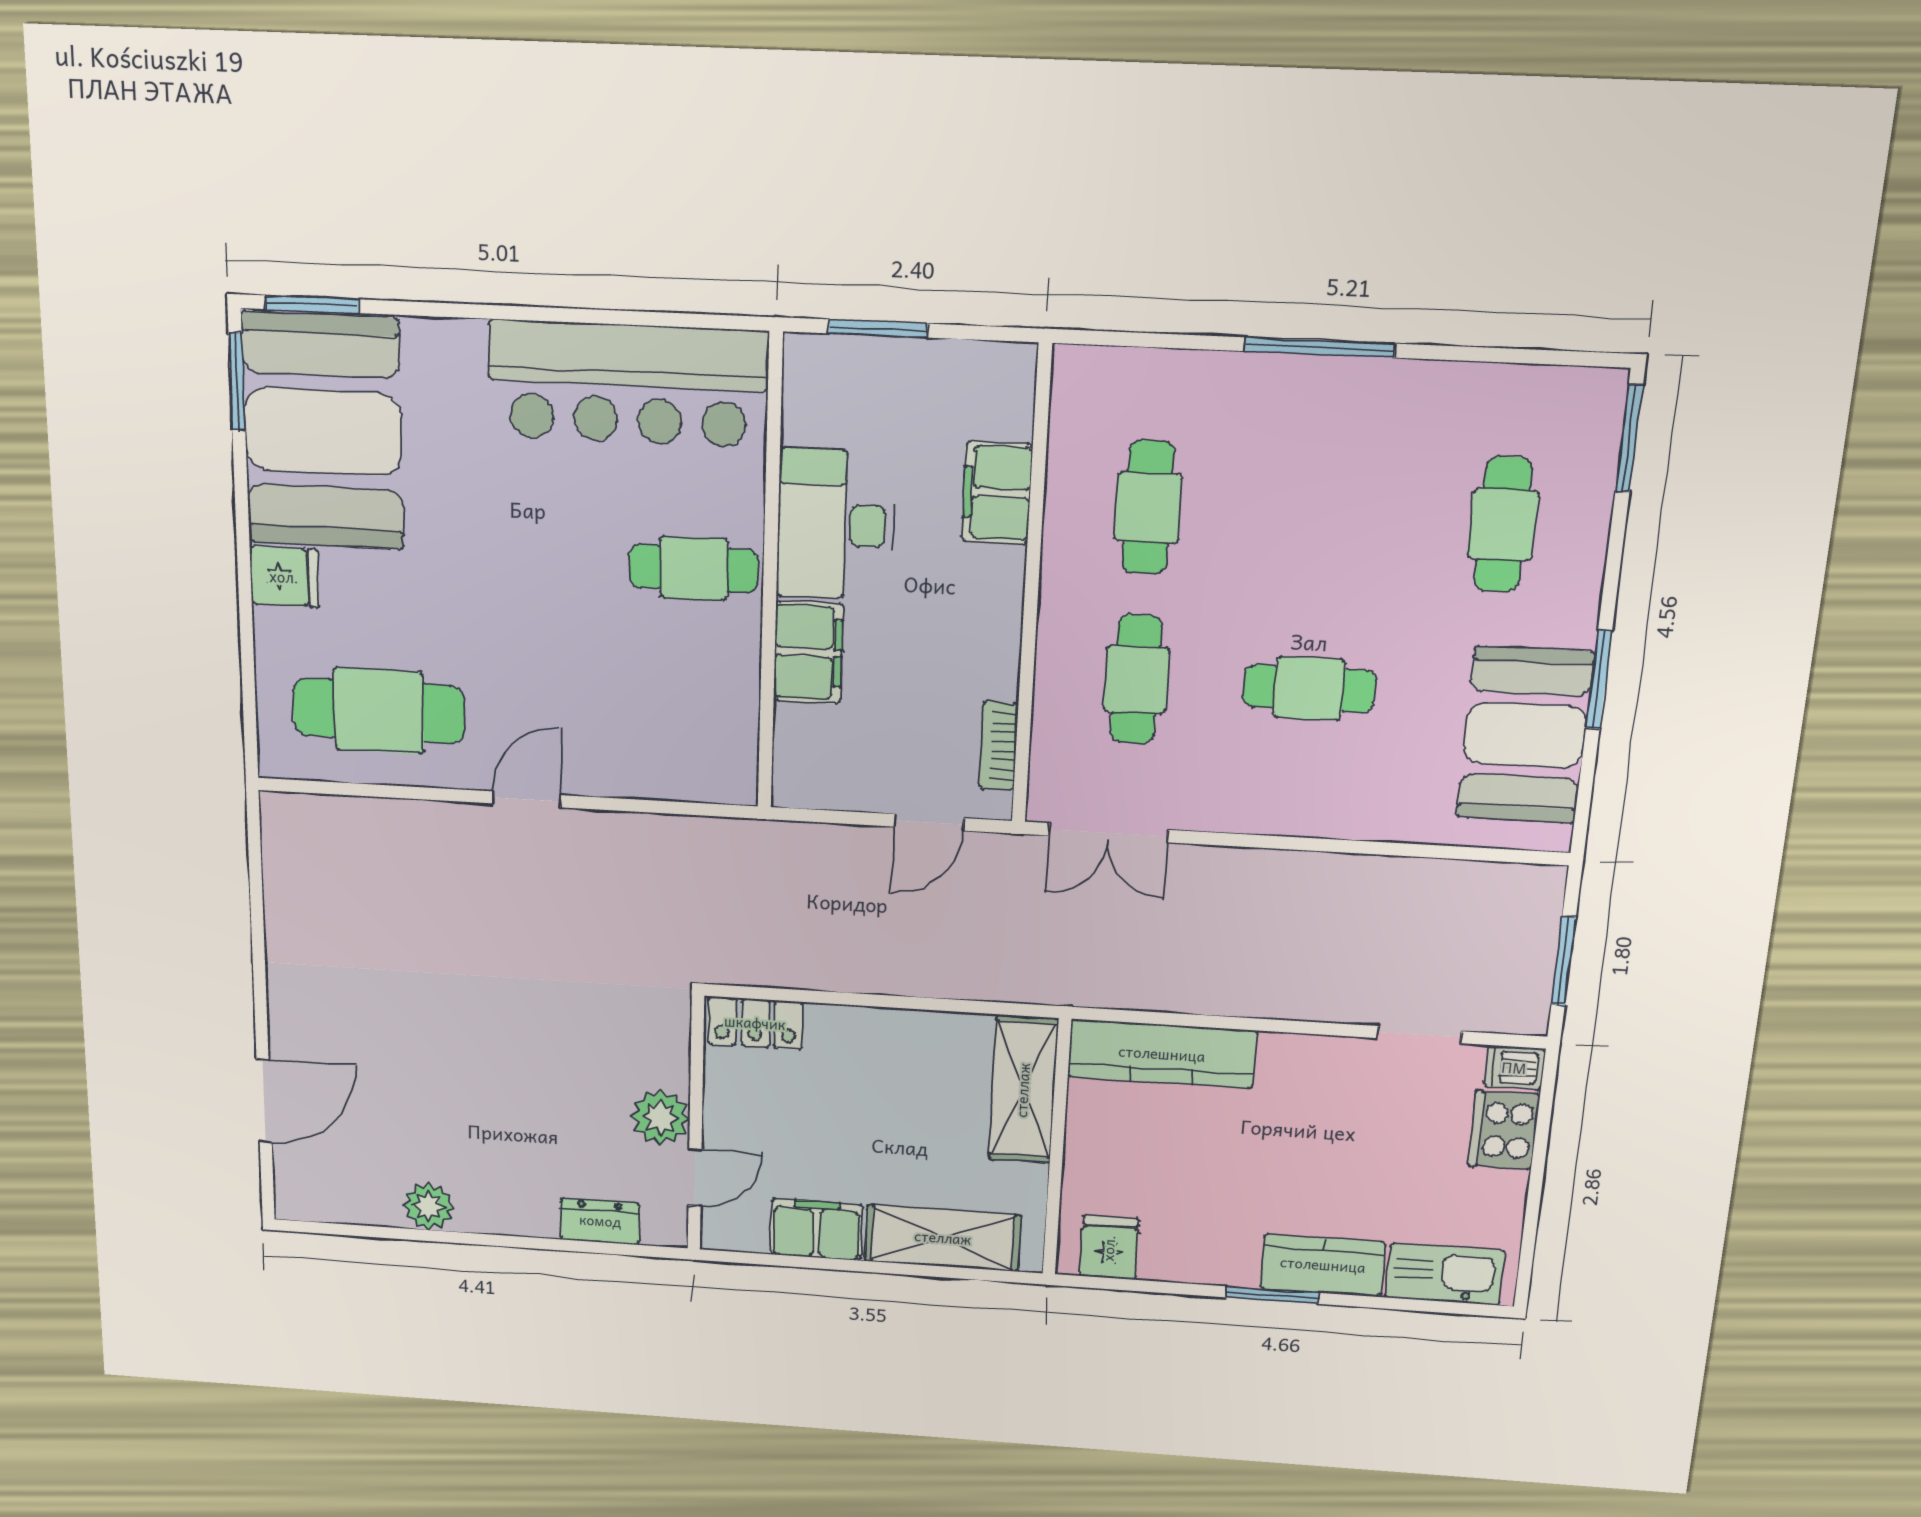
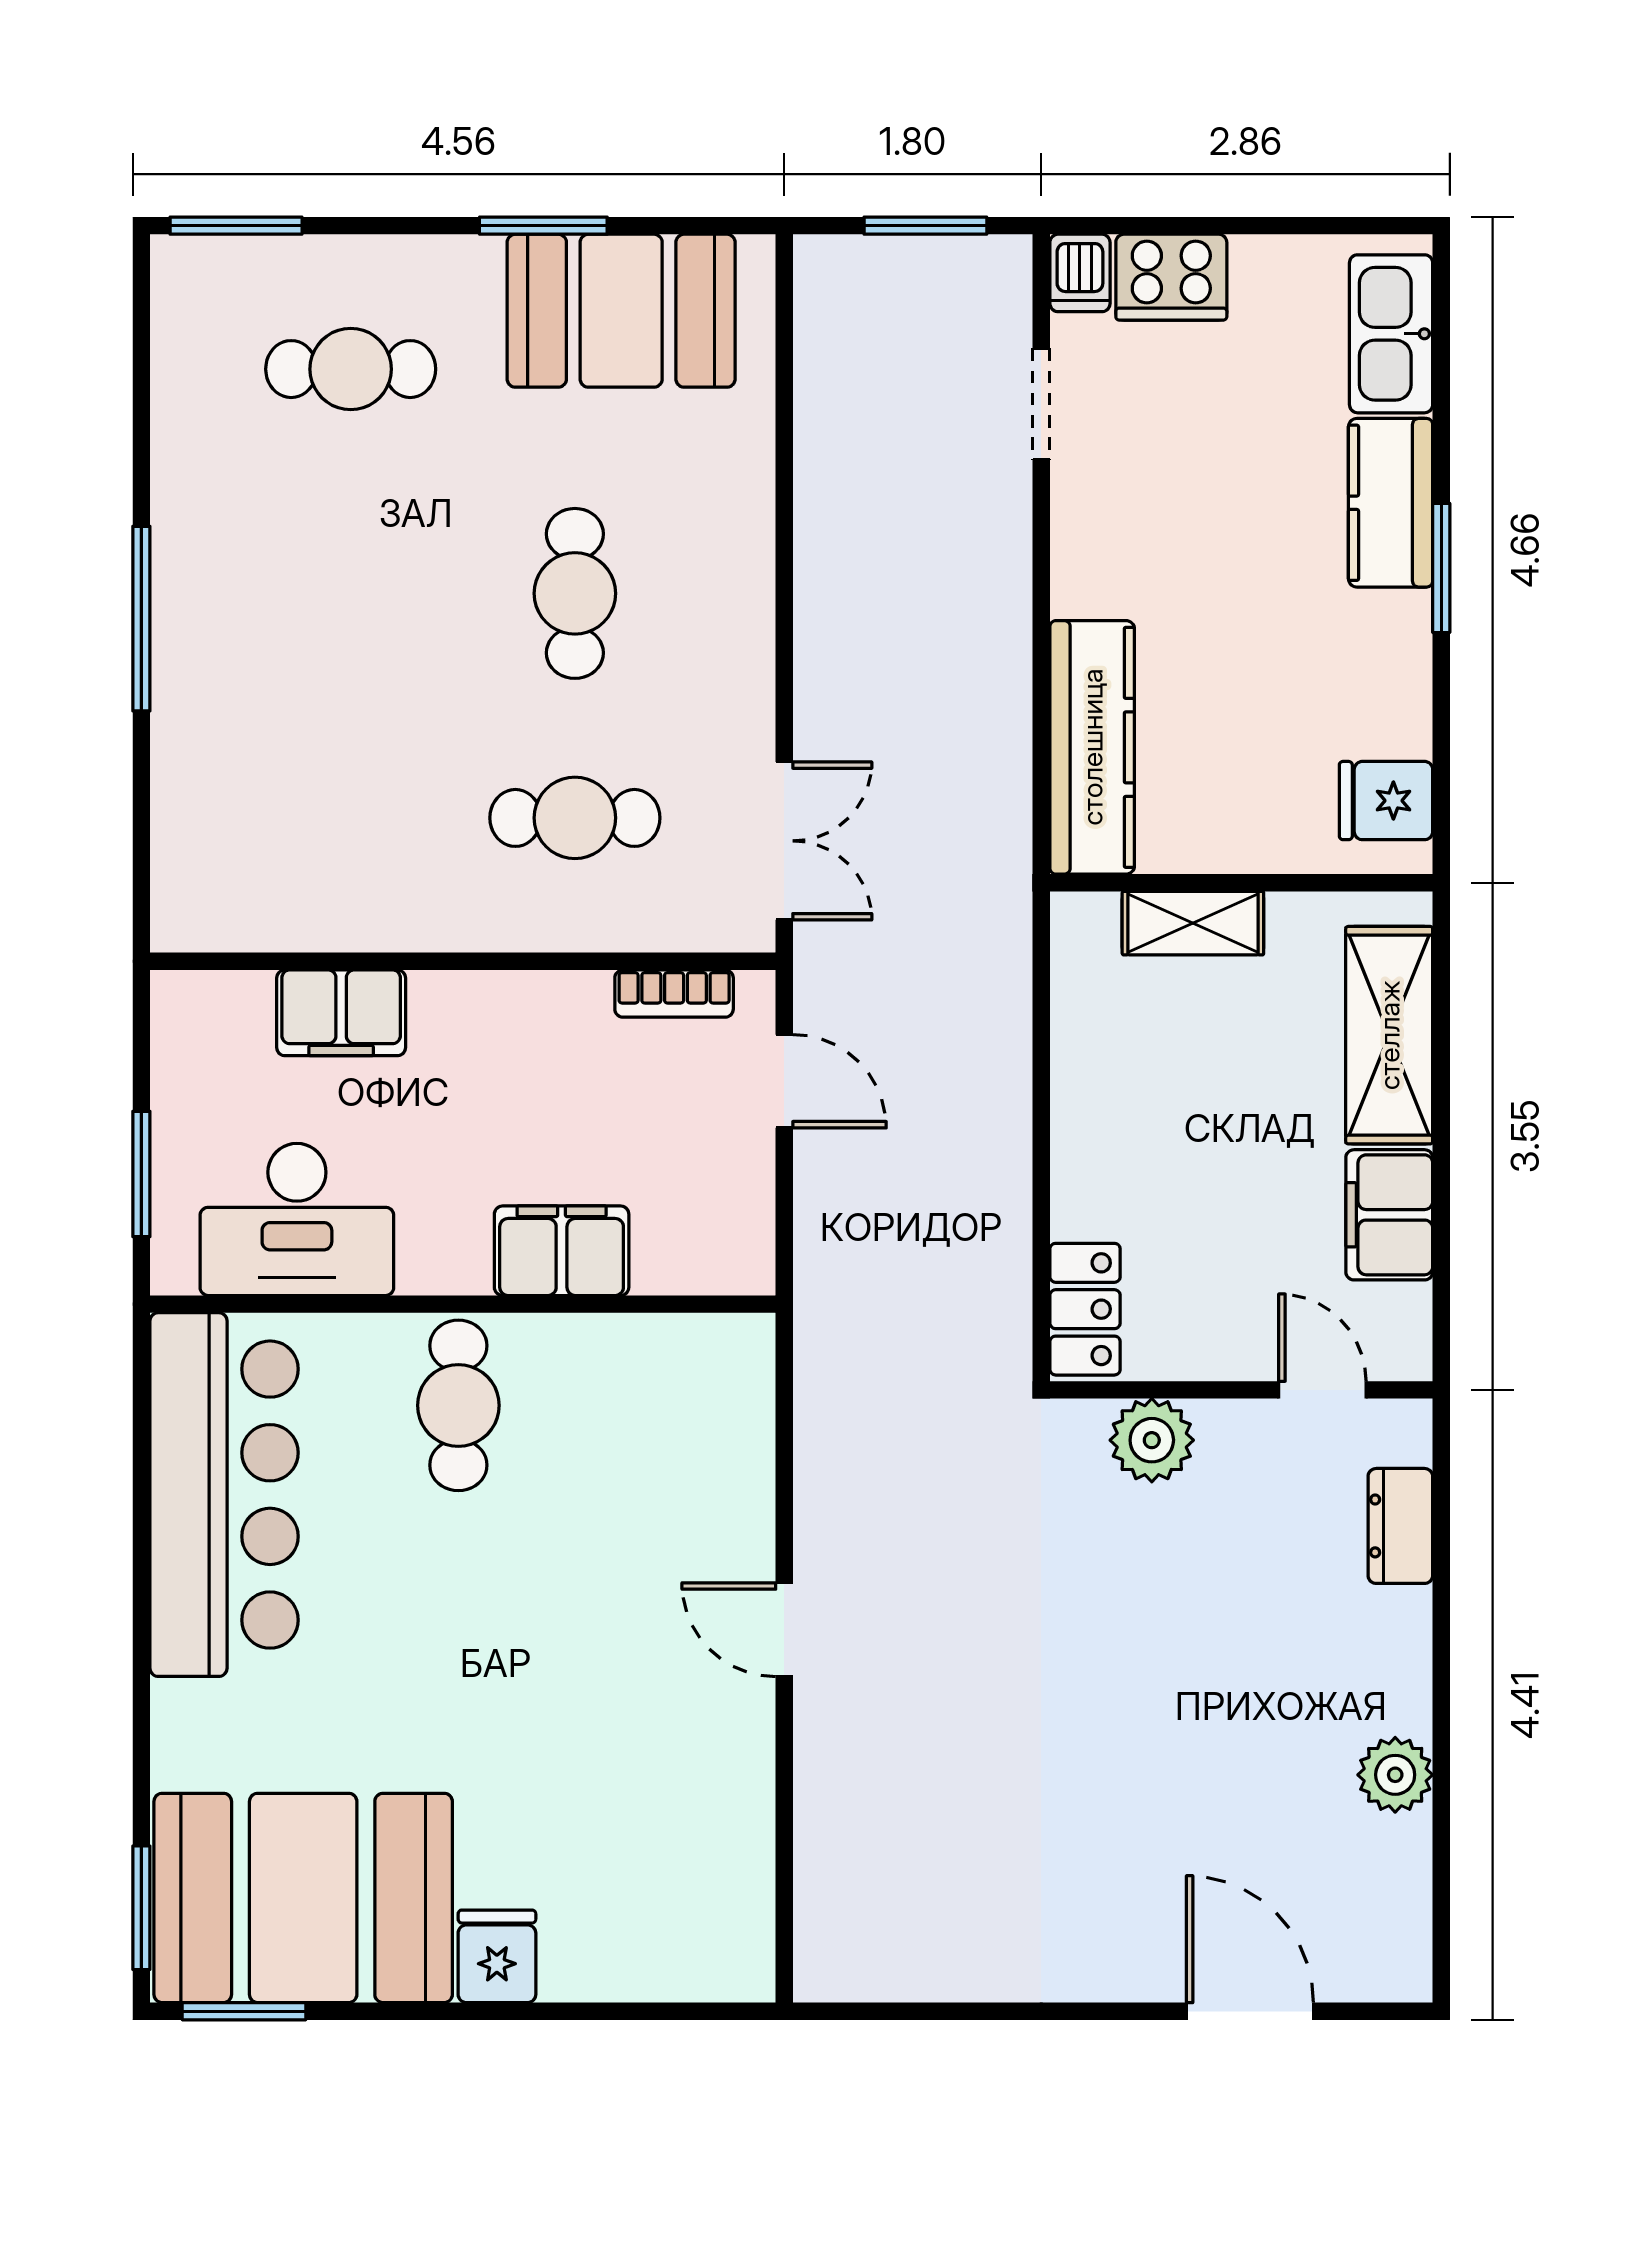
cafe table: (1148, 508) -> (351, 818), removed
desk: (836, 525) -> (297, 1219), moved
cafe table: (379, 711) -> (673, 1832), removed
shelving: (1023, 1090) -> (1193, 923), width x0.67, depth x0.75
plant: (661, 1118) -> (1152, 1440), moved

